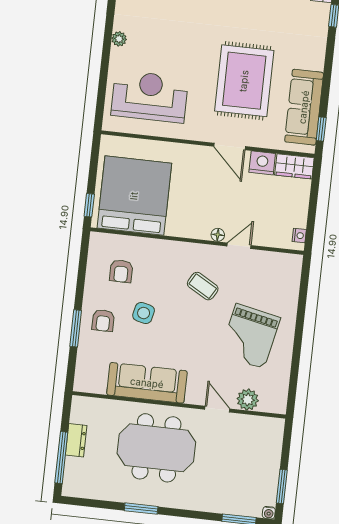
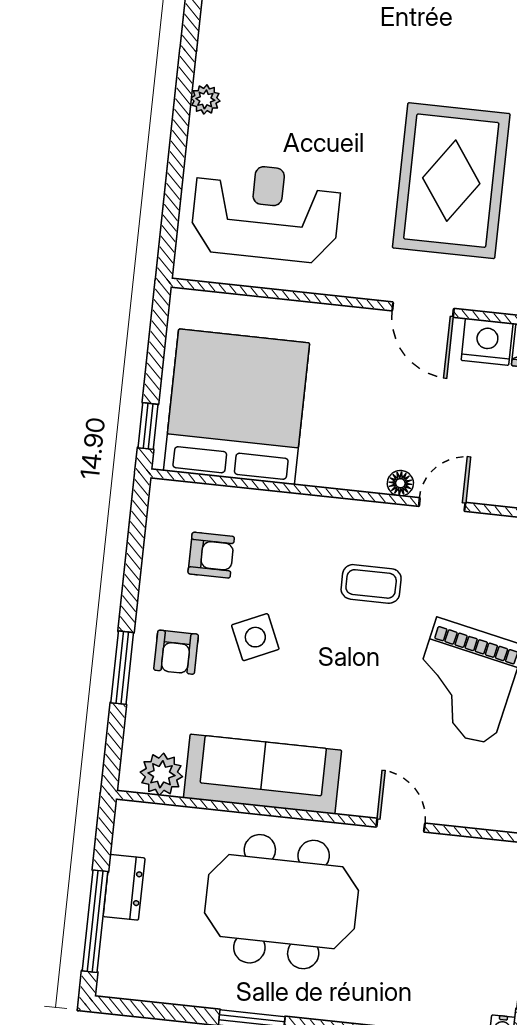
armchair: (121, 271) -> (211, 555), turned -90
coffee table: (203, 286) -> (371, 584), turned -30
side table: (144, 313) -> (255, 637), turned -37
plant: (248, 400) -> (161, 774), moved

